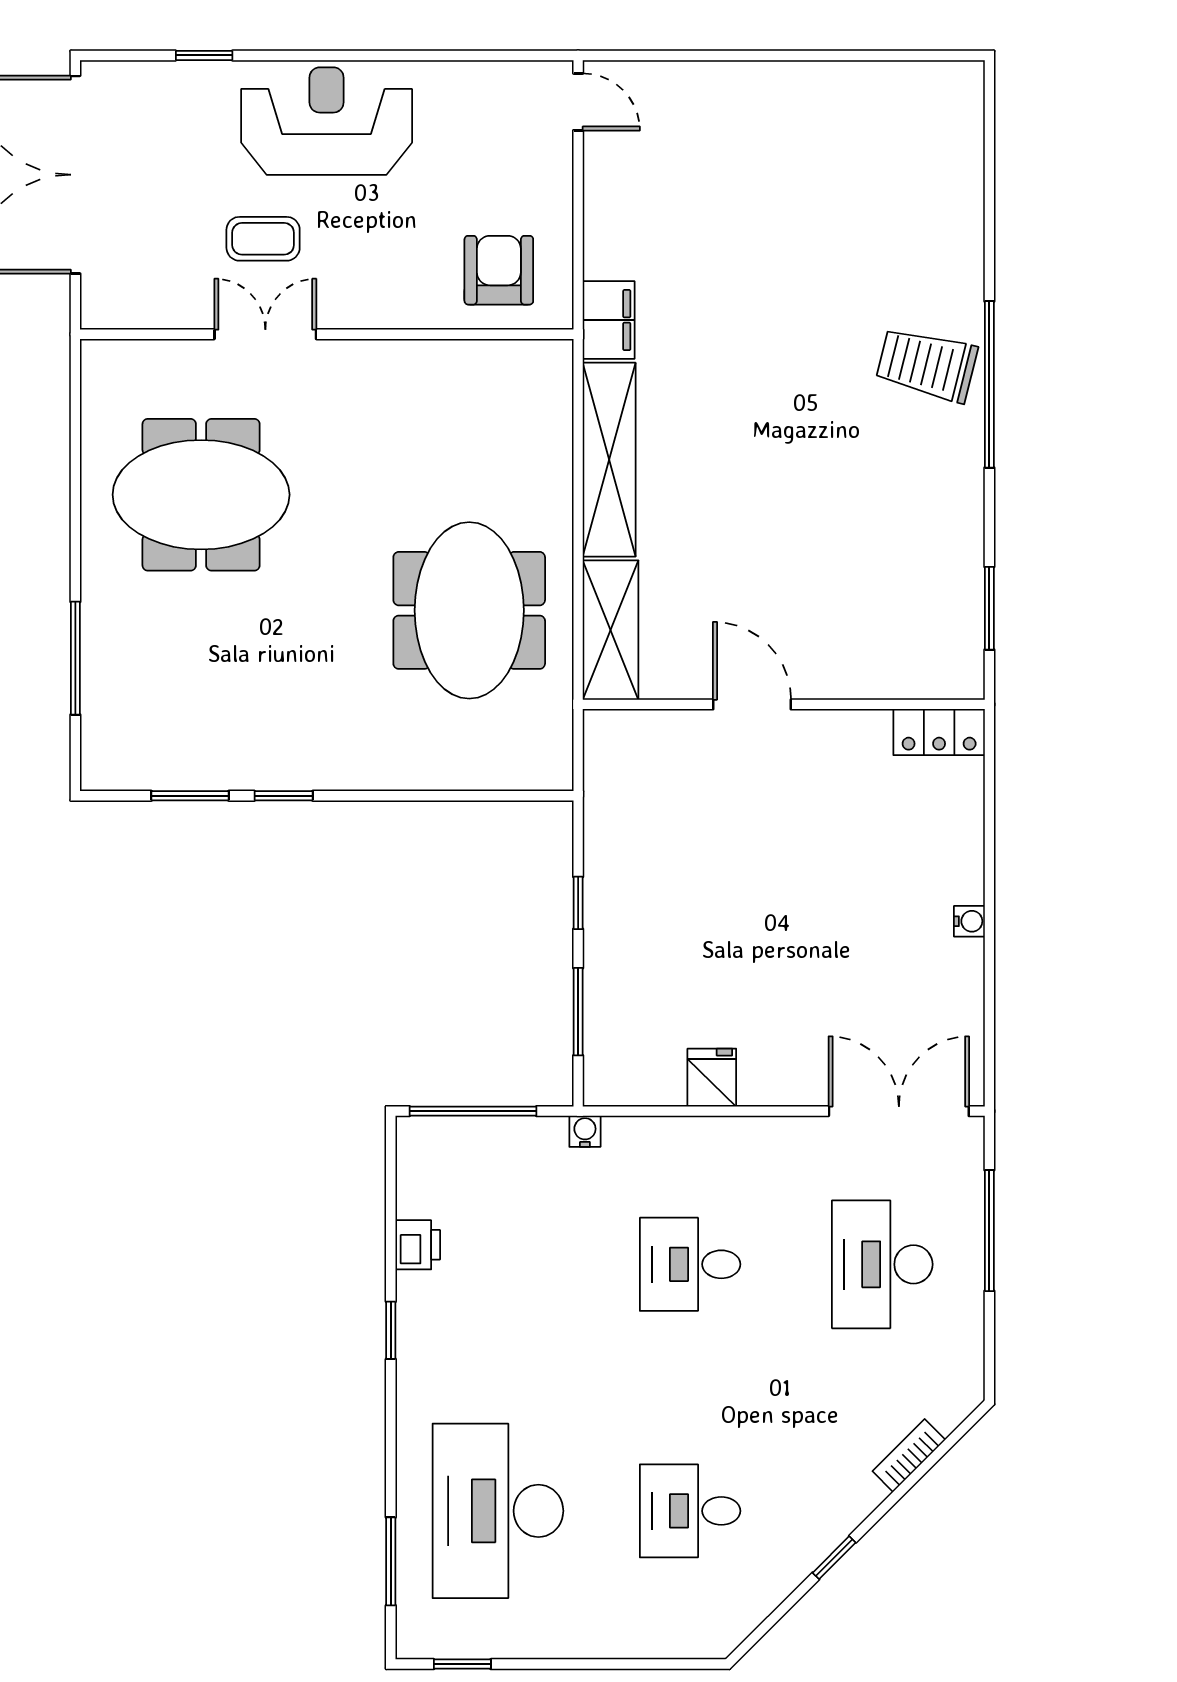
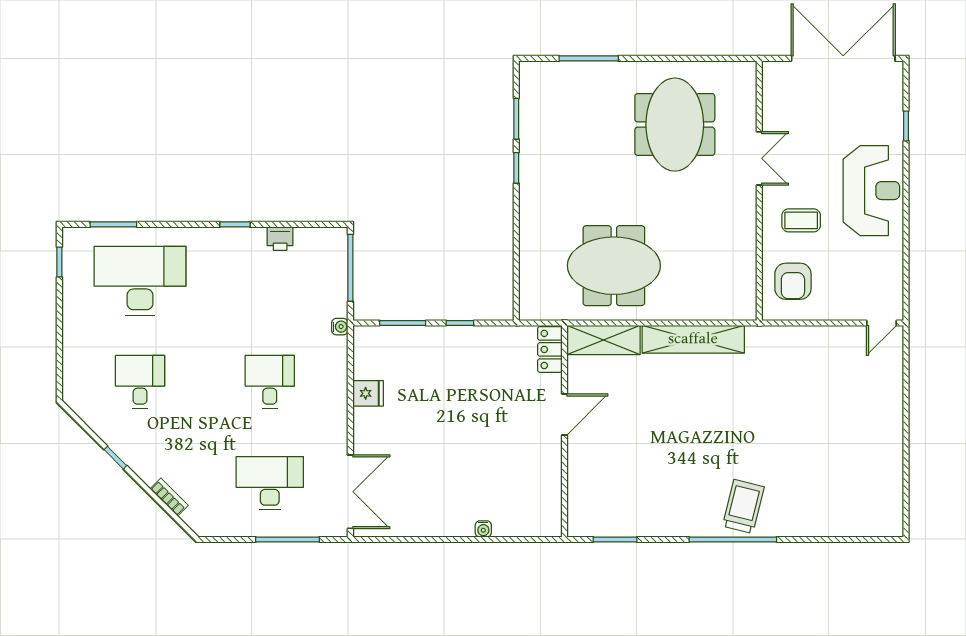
coffee table: (263, 239) -> (801, 220), moved, turned 90
armchair: (499, 270) -> (793, 281), turned 90
filing cabinet: (609, 320) -> (767, 339), removed
locker: (939, 732) -> (550, 349), moved
water cooler: (969, 921) -> (483, 529), moved

